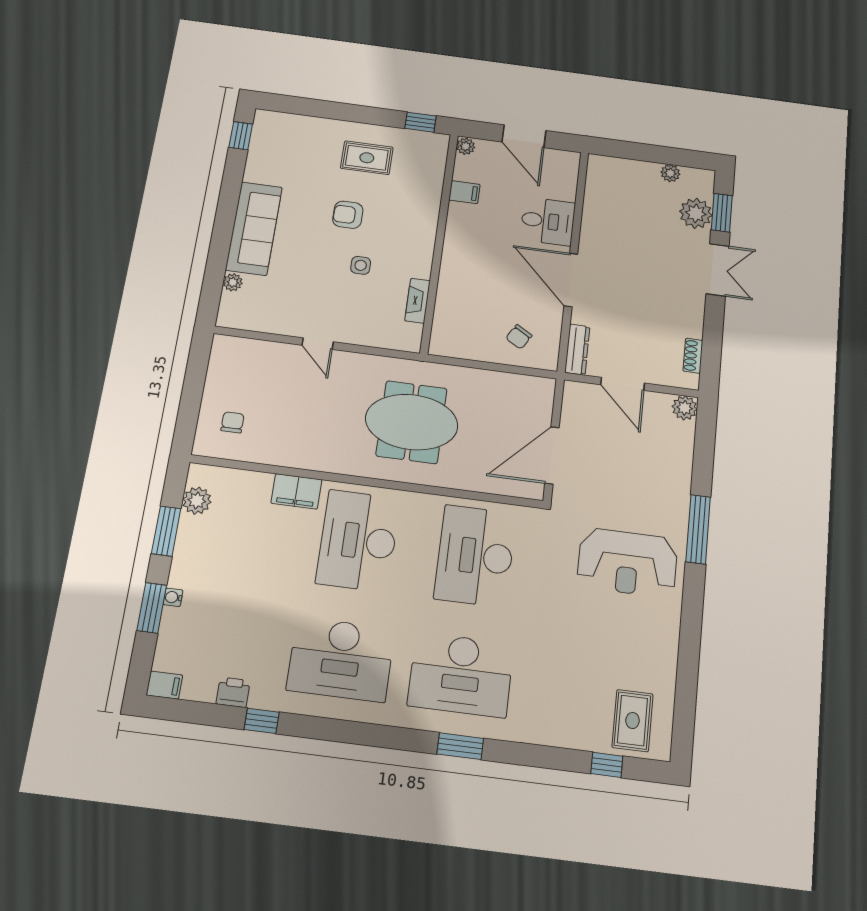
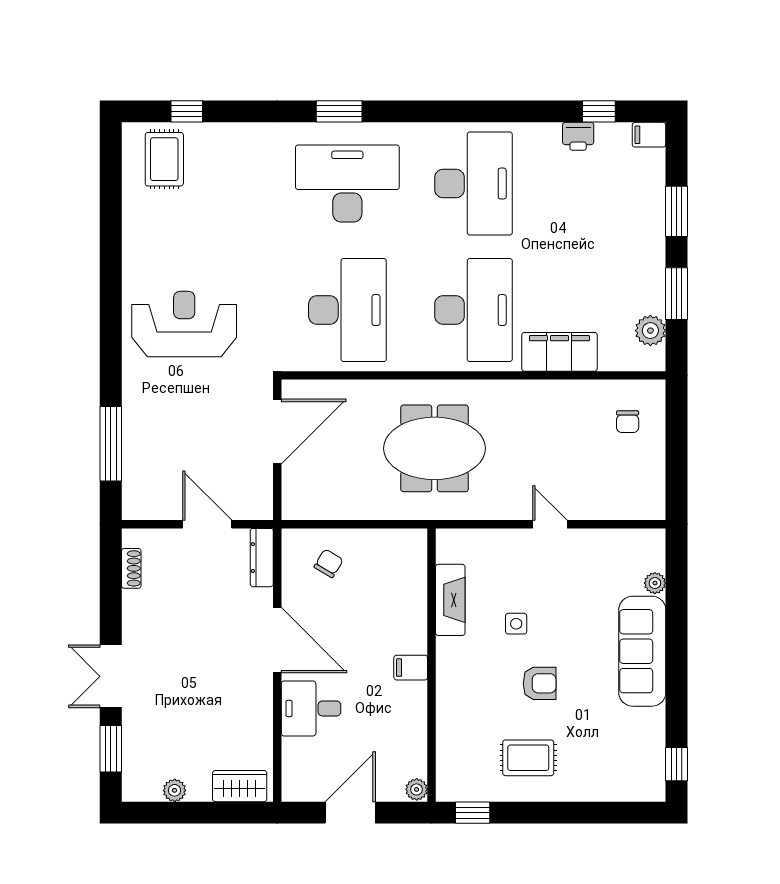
door: (524, 136) -> (350, 813), hinge flipped
wardrobe: (615, 169) -> (240, 786), added
filing cabinet: (464, 192) -> (411, 668), moved
plant: (696, 213) -> (141, 743), removed
fireplace: (418, 301) -> (450, 600), width x1.37, depth x1.32
plant: (685, 408) -> (136, 506), removed
filing cabinet: (296, 491) -> (559, 352), width x1.50, depth x1.17
window: (698, 529) -> (111, 444), moved
water cooler: (173, 597) -> (657, 225), removed
desk: (341, 659) -> (473, 184), turned 90
window: (262, 721) -> (599, 111), moved

